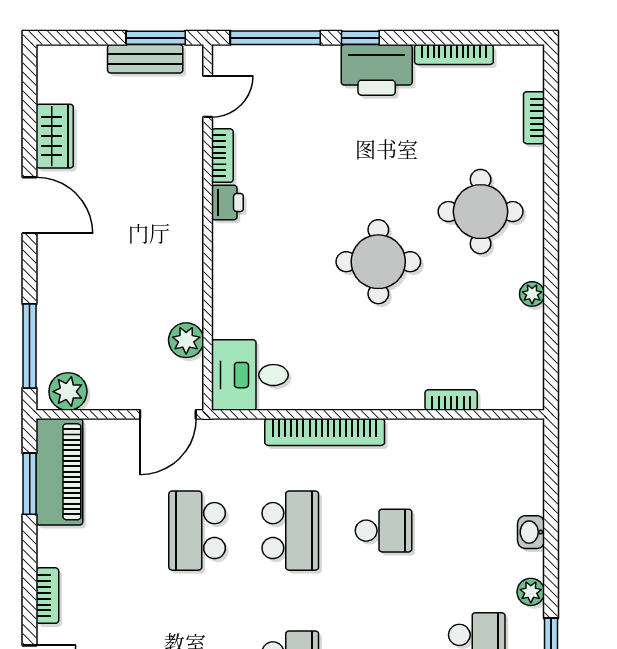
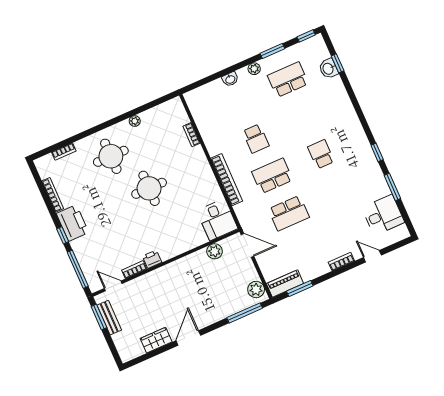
piano: (59, 472) -> (285, 284), width x0.73, depth x0.75
school desk: (384, 531) -> (256, 139), turned 180

